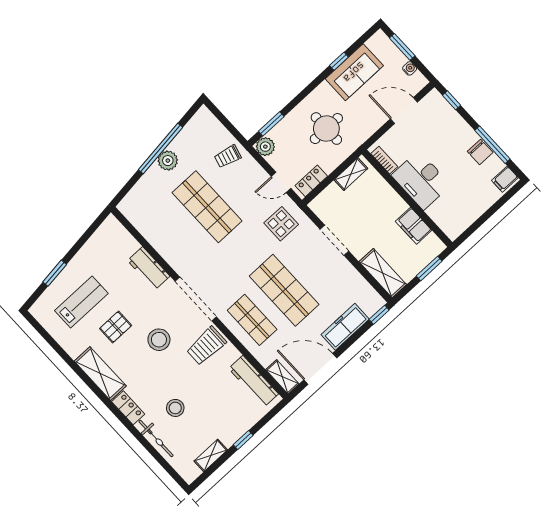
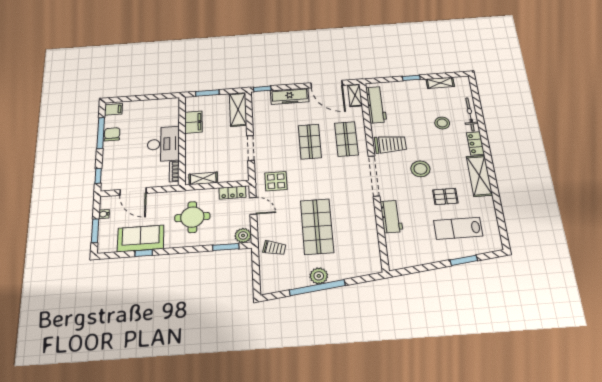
shop shelf: (284, 290) -> (310, 142), width x0.70, depth x0.74

